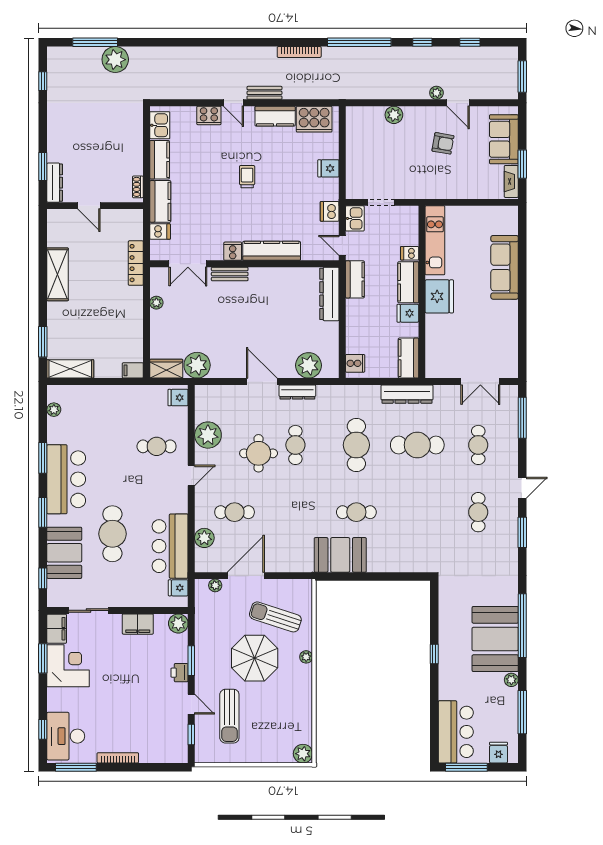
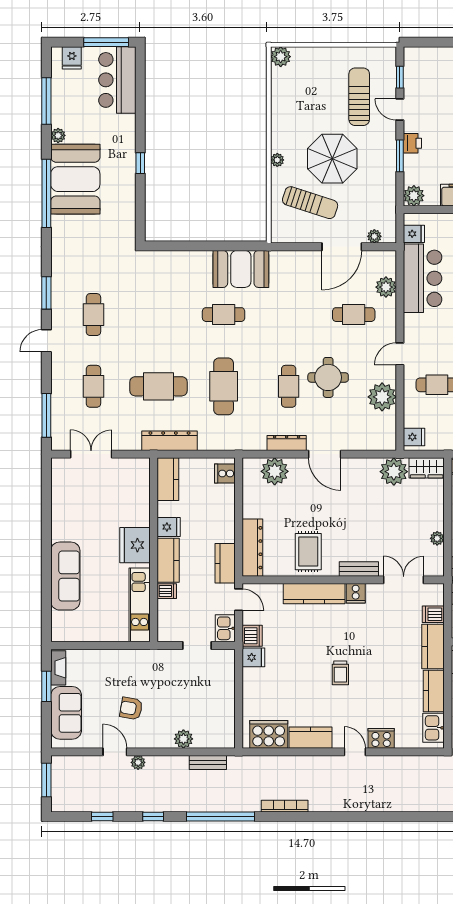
bench: (264, 93) -> (208, 762), moved
fridge: (328, 168) -> (253, 657), moved
rug: (277, 290) -> (308, 552), added

